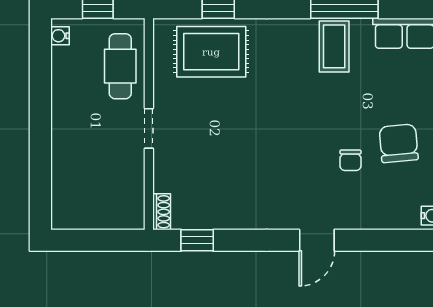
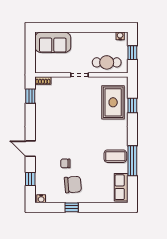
sofa: (74, 189) -> (53, 42), added
window: (386, 240) -> (30, 179), added

